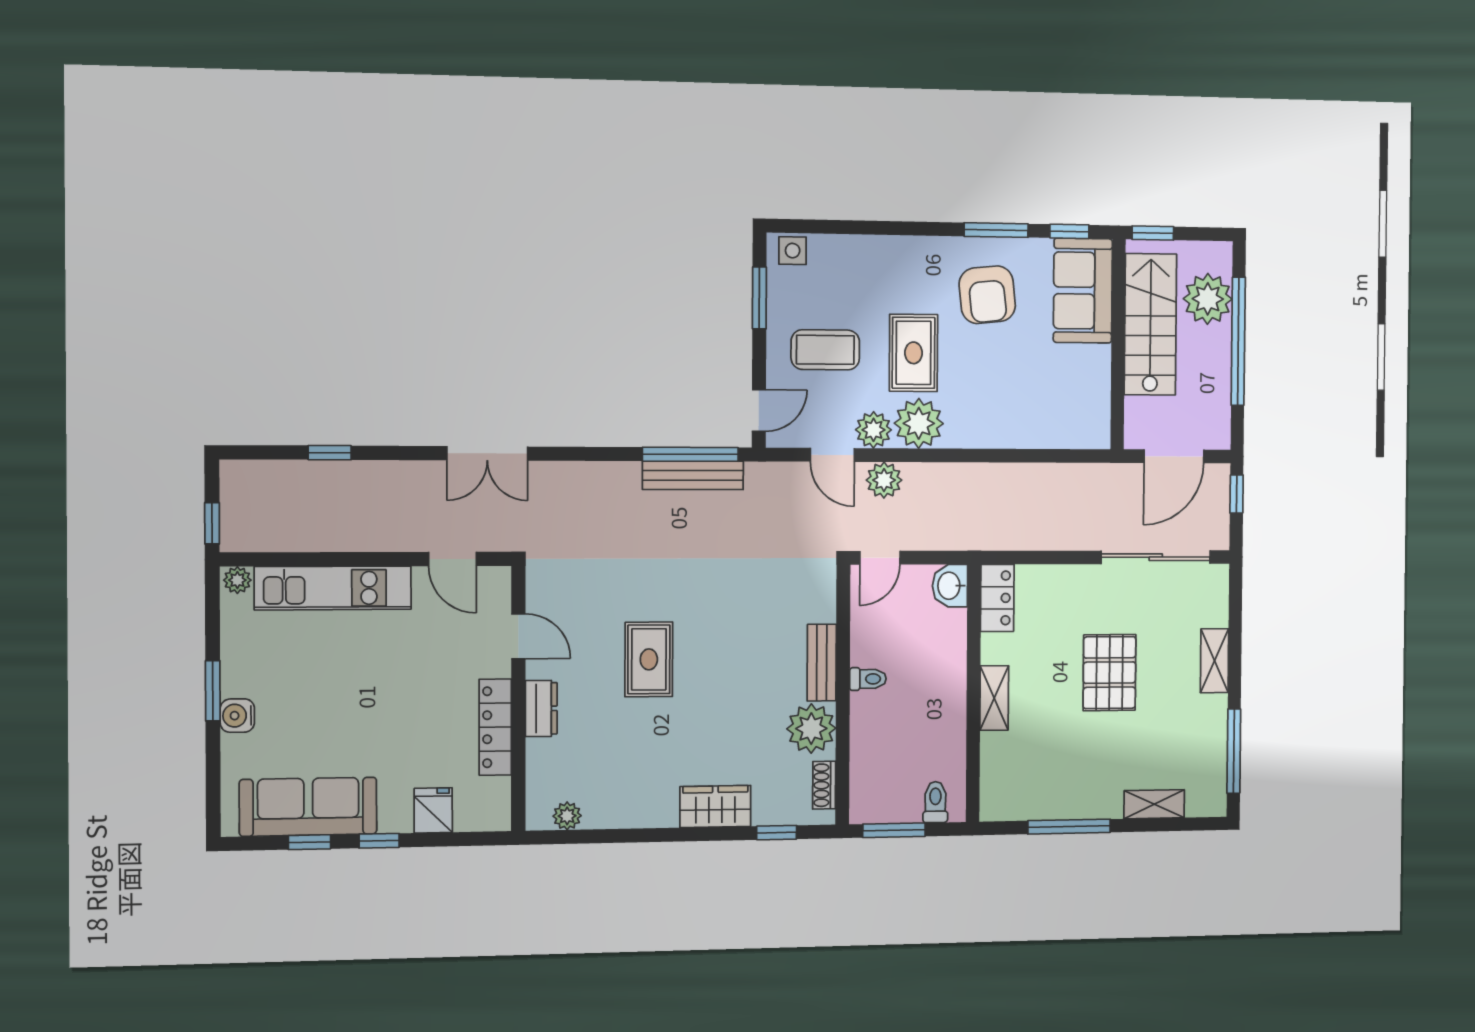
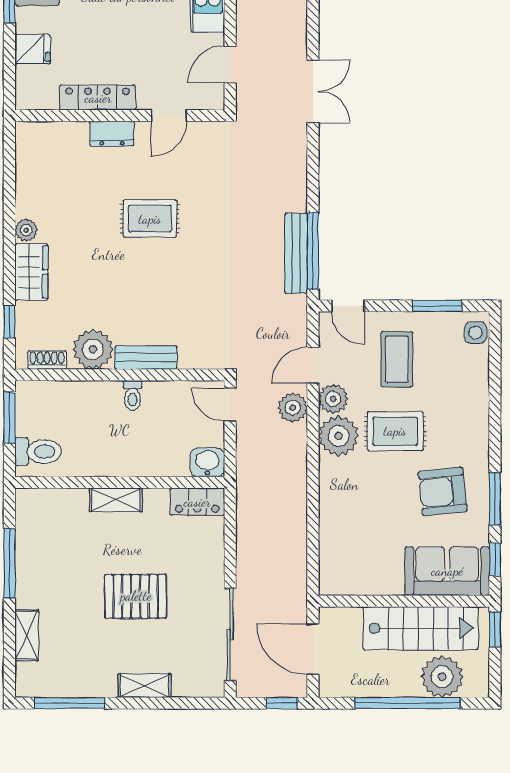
double door: (487, 453) -> (313, 91), swing flipped
toilet: (935, 802) -> (38, 452), width x1.37, depth x1.39
plant: (567, 816) -> (26, 230), moved

